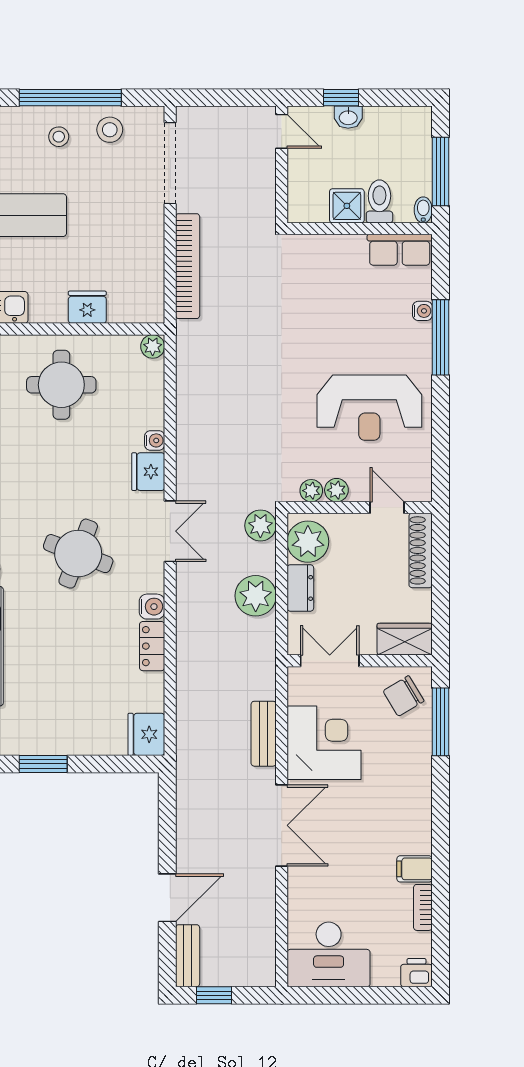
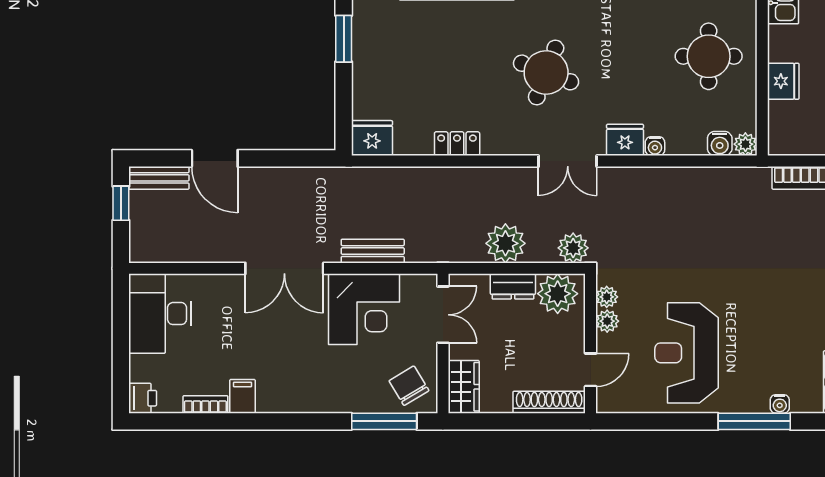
water cooler: (152, 607) -> (720, 144), moved

